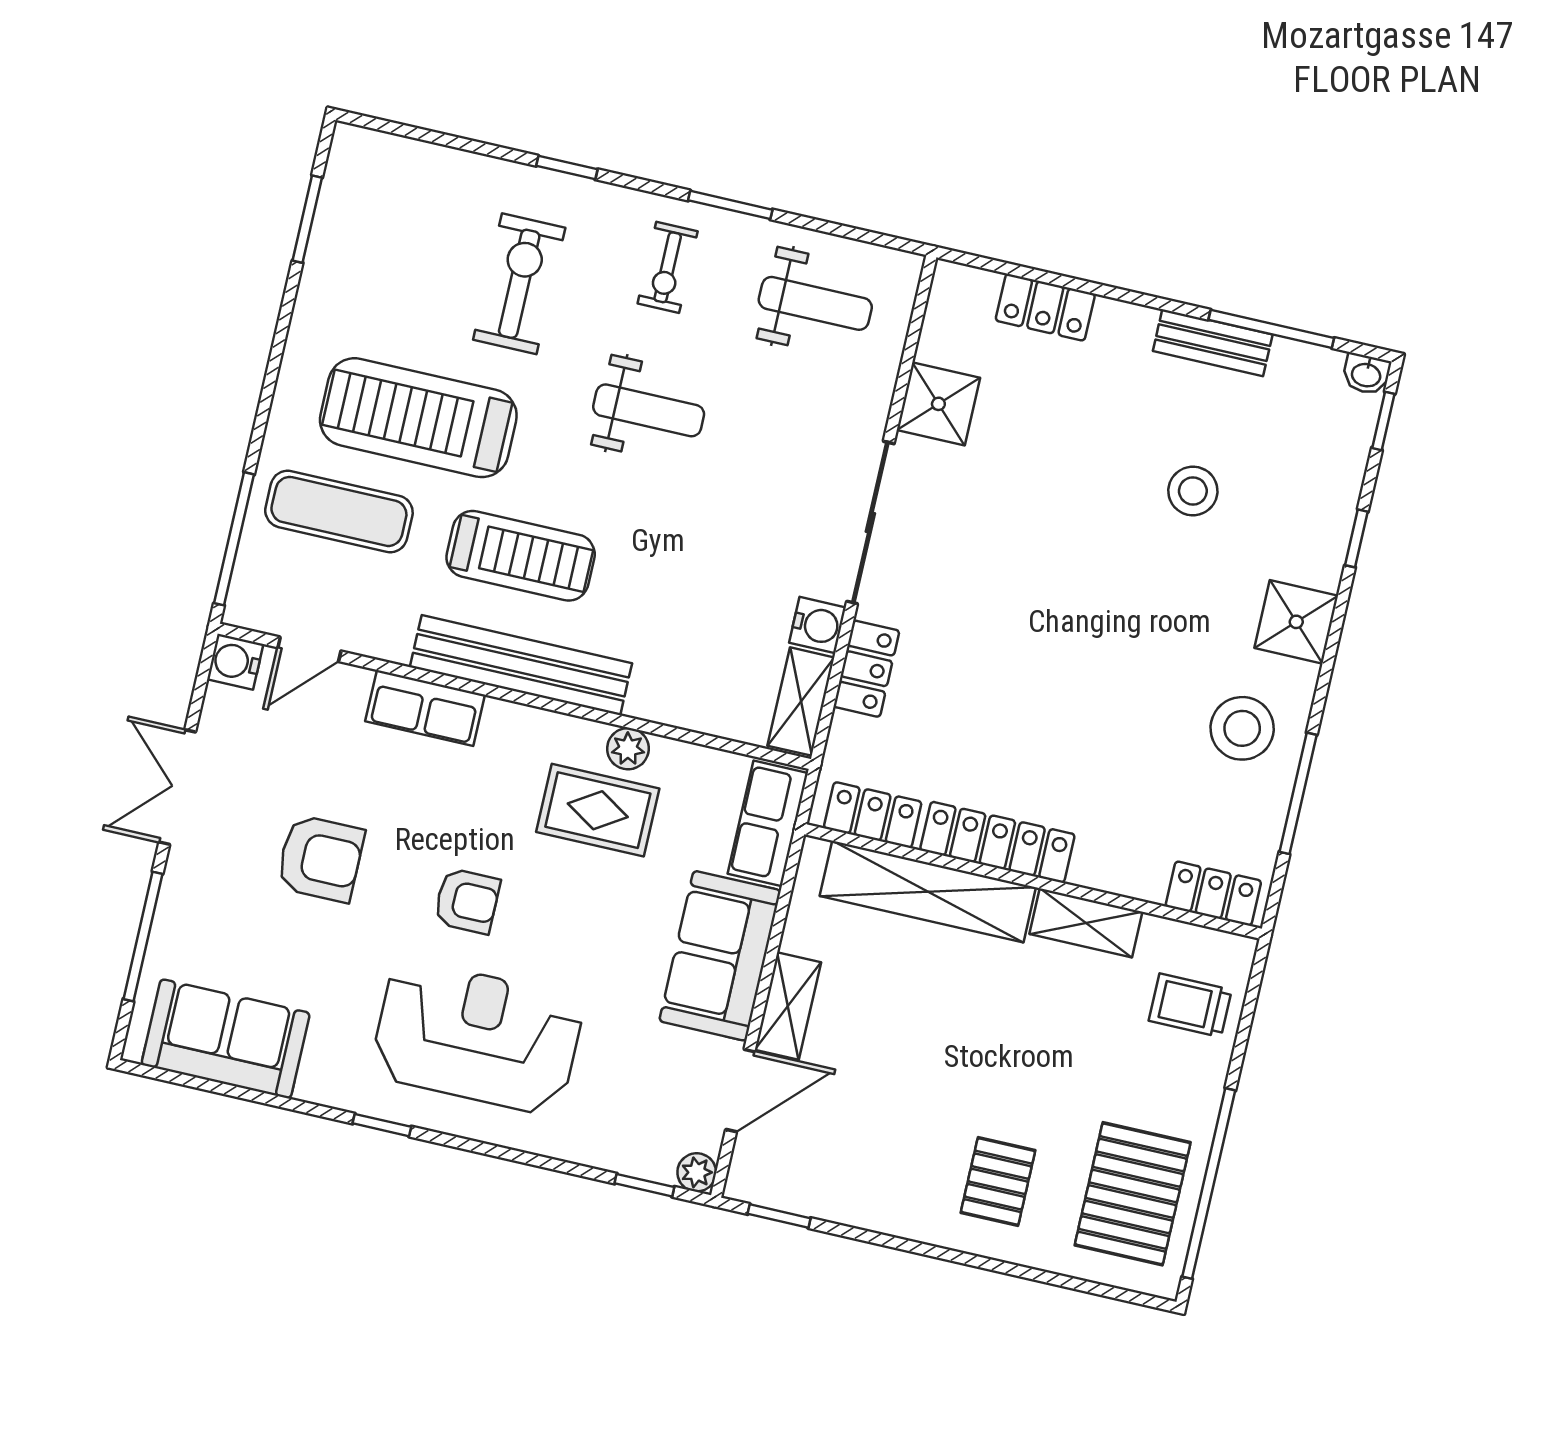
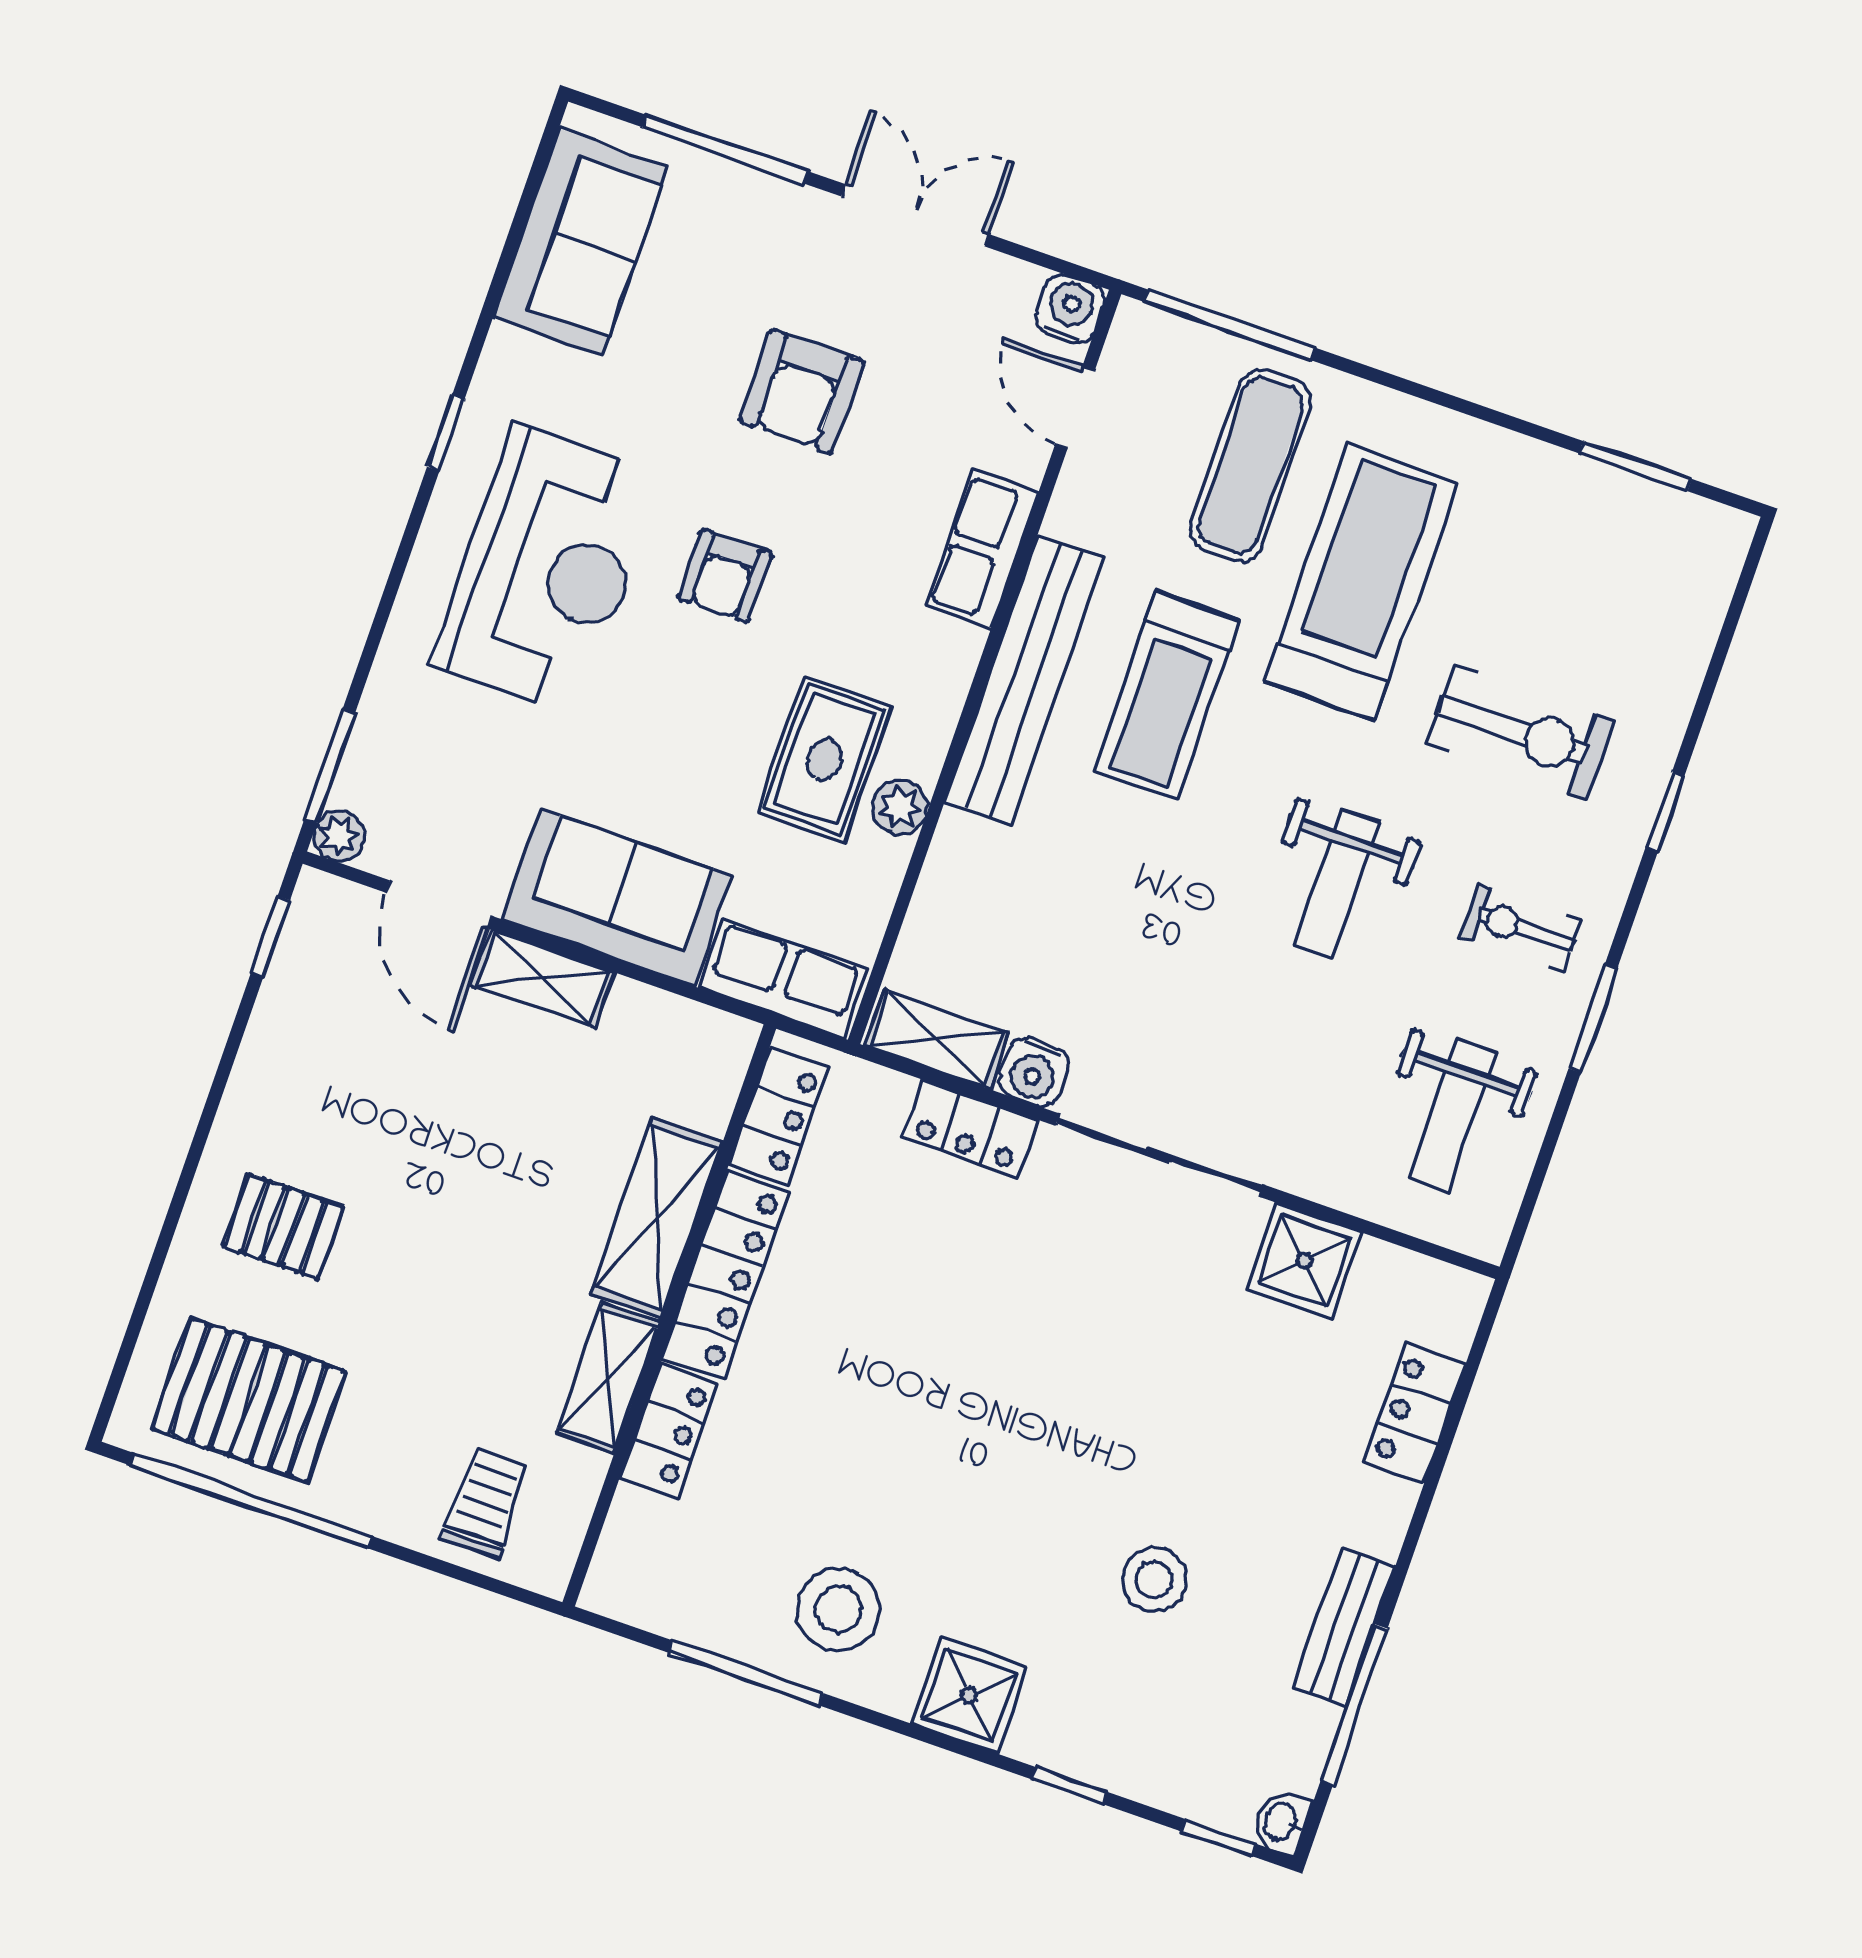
shelving: (928, 892) -> (657, 1218), width x0.68
locker: (1213, 894) -> (669, 1430), moved
window: (644, 1185) -> (330, 766), width x1.50

